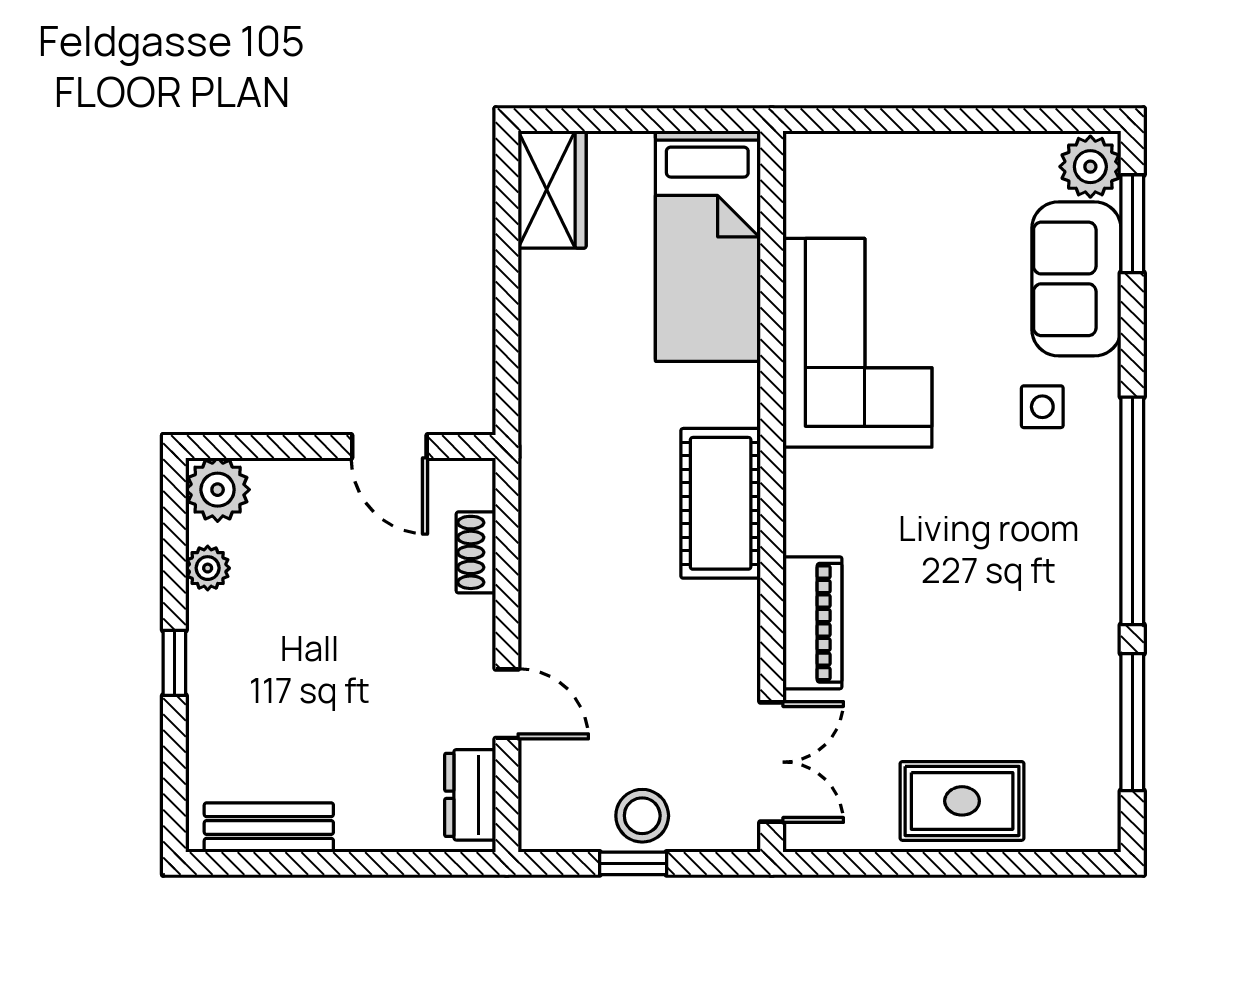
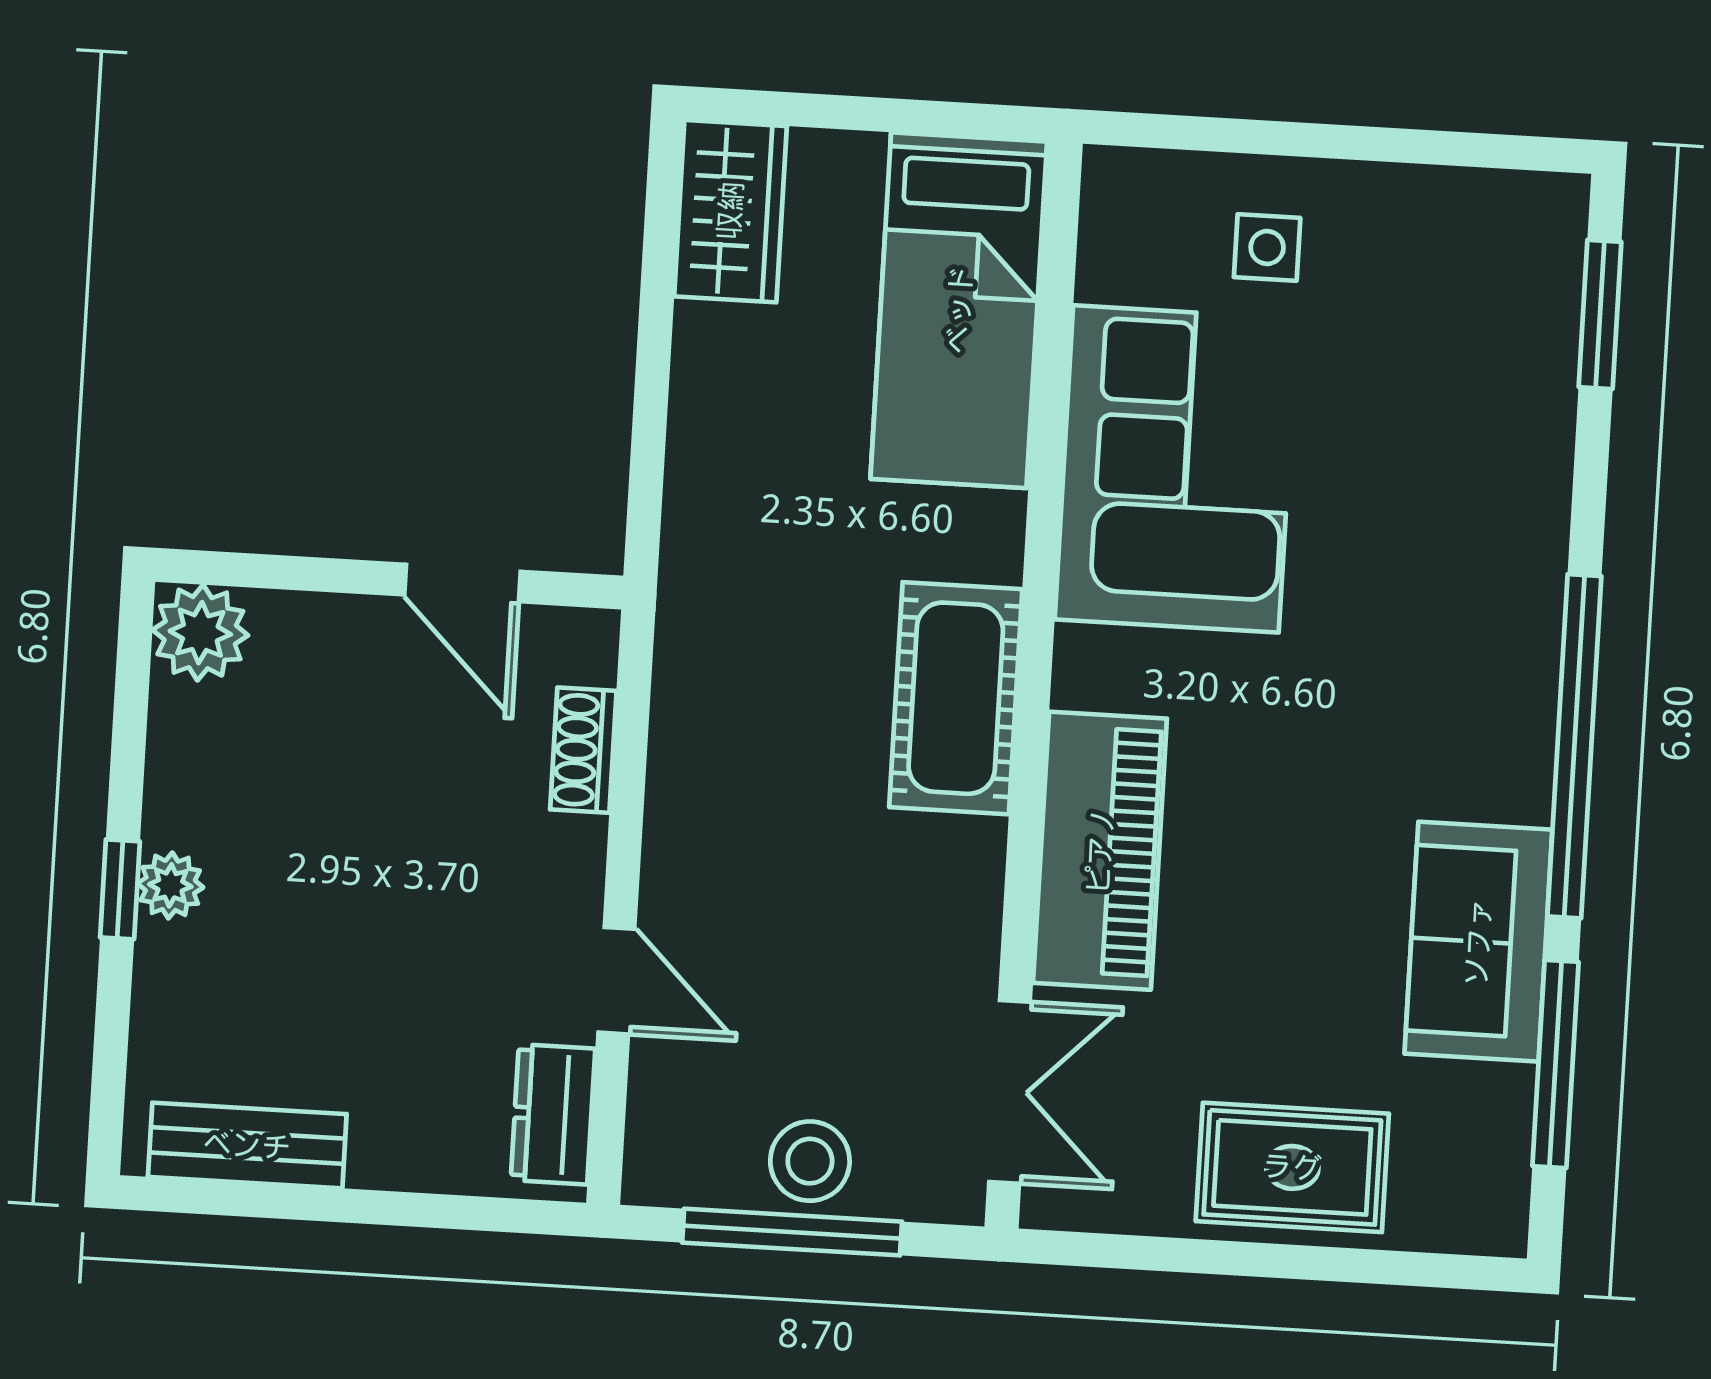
plant: (1090, 167) -> (1542, 225), removed
sofa: (1076, 279) -> (1478, 942), moved
side table: (1042, 407) -> (1267, 247), moved
plant: (208, 568) -> (170, 885), moved
piano: (812, 623) -> (1100, 851), width x1.37, depth x1.33
window: (633, 863) -> (792, 1232), width x2.17

